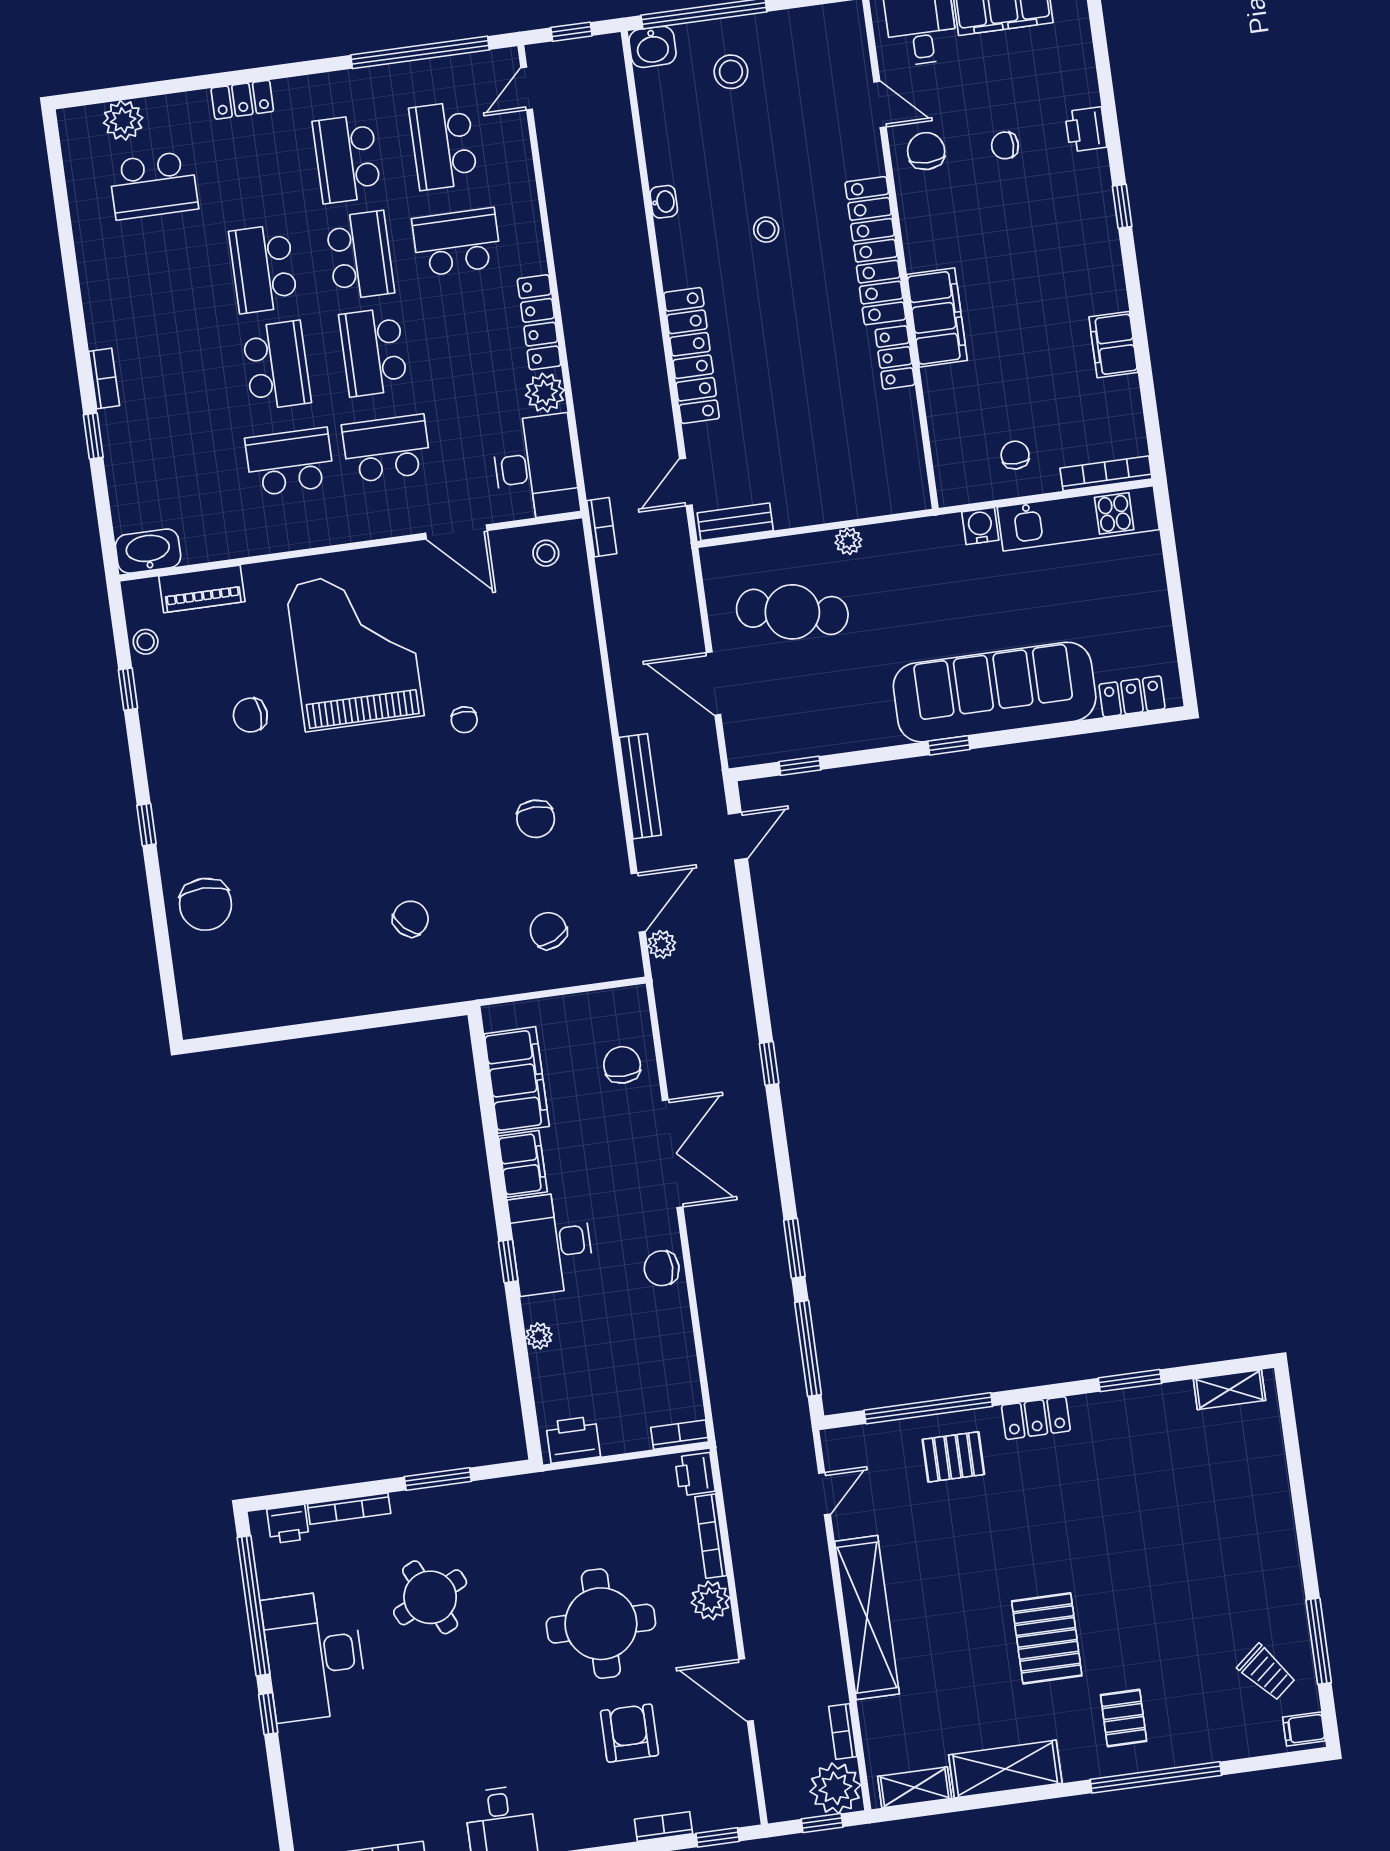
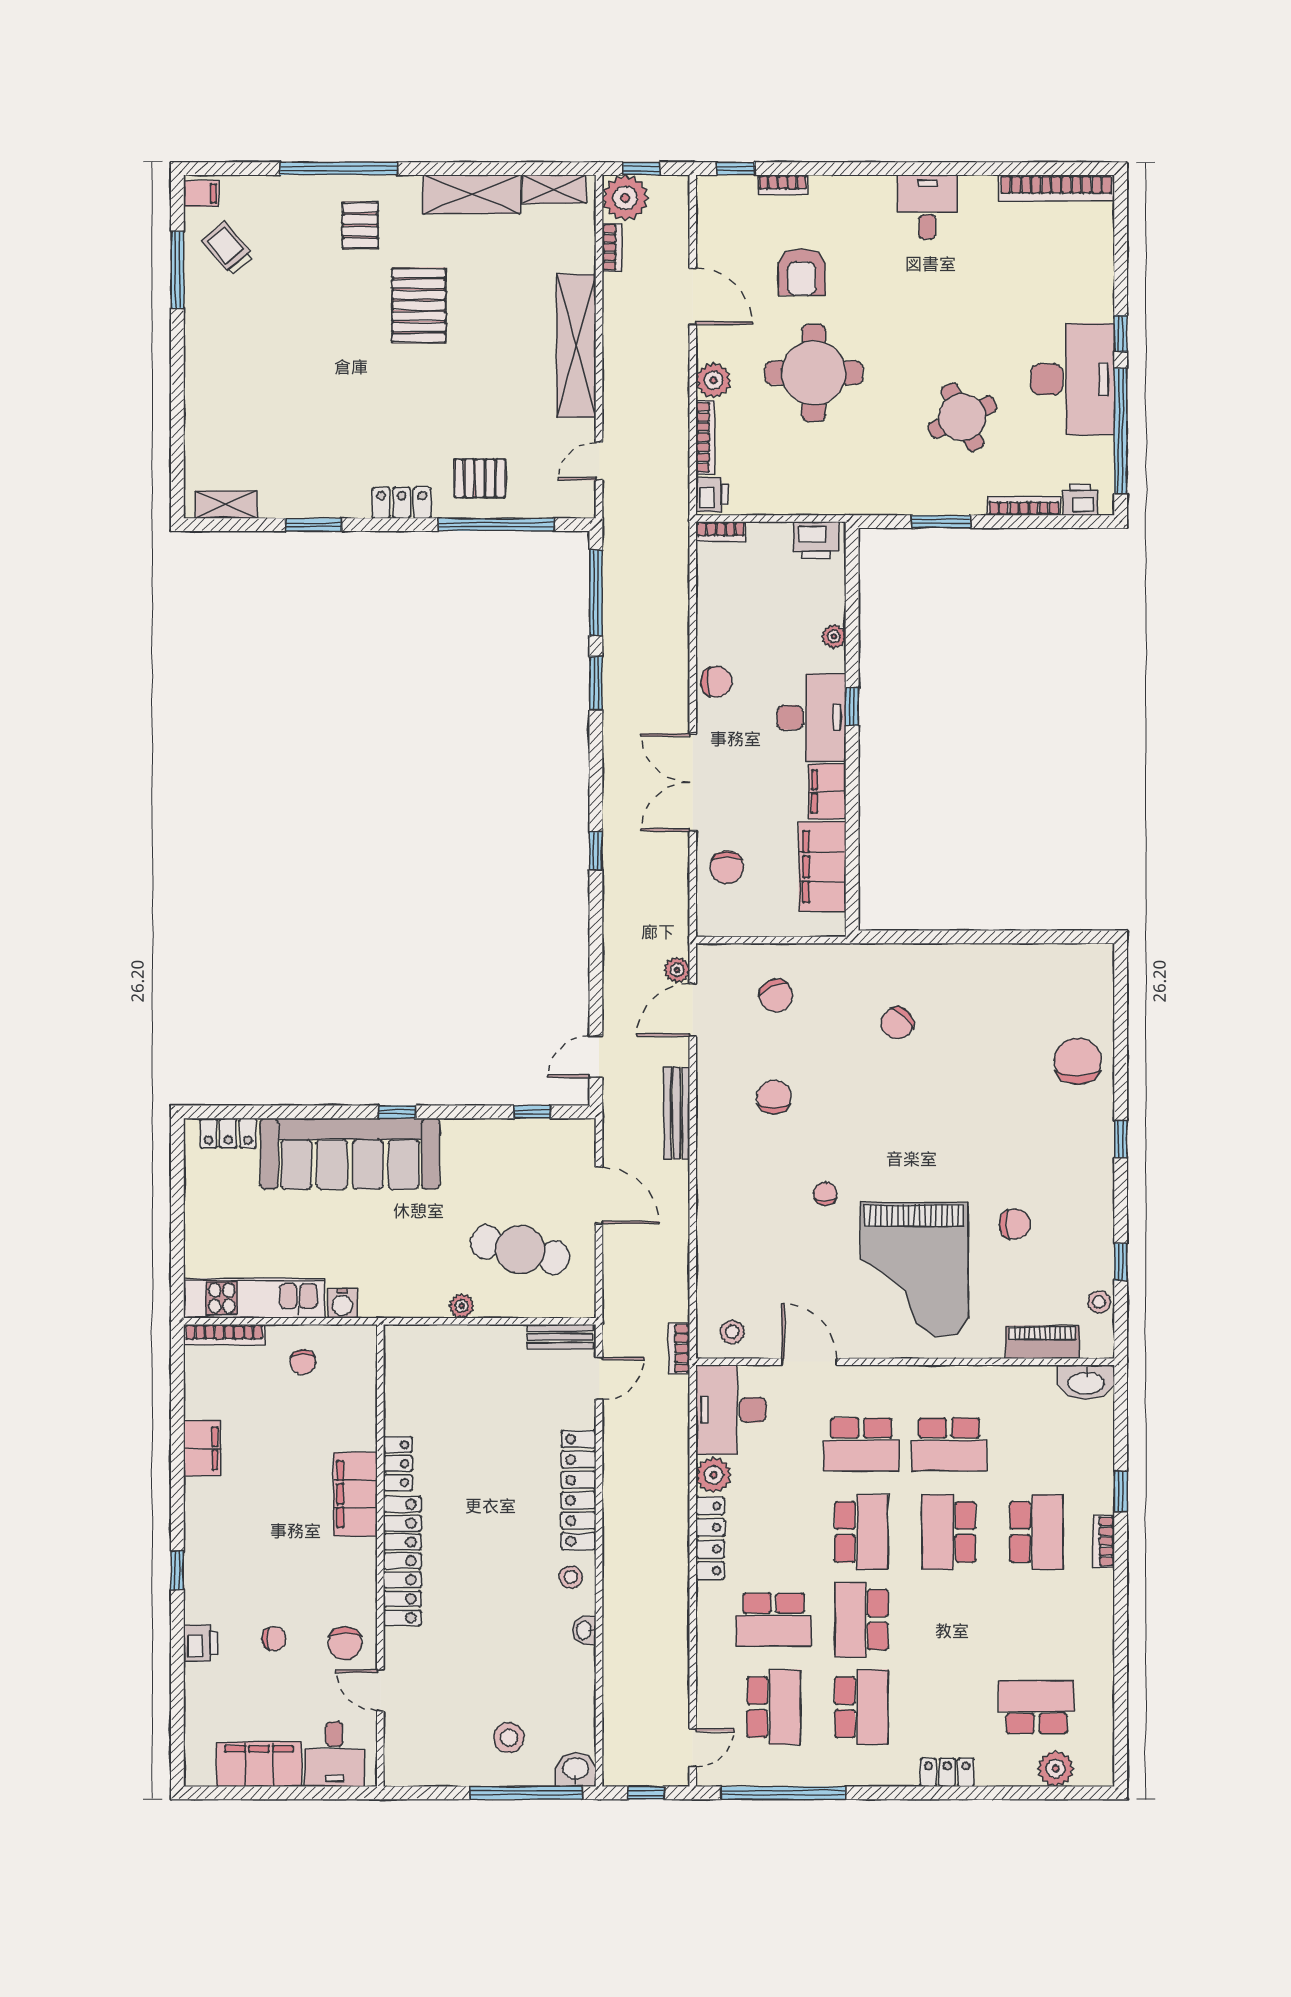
stool: (766, 230) -> (571, 1577), moved
school desk: (263, 269) -> (1037, 1532), moved

